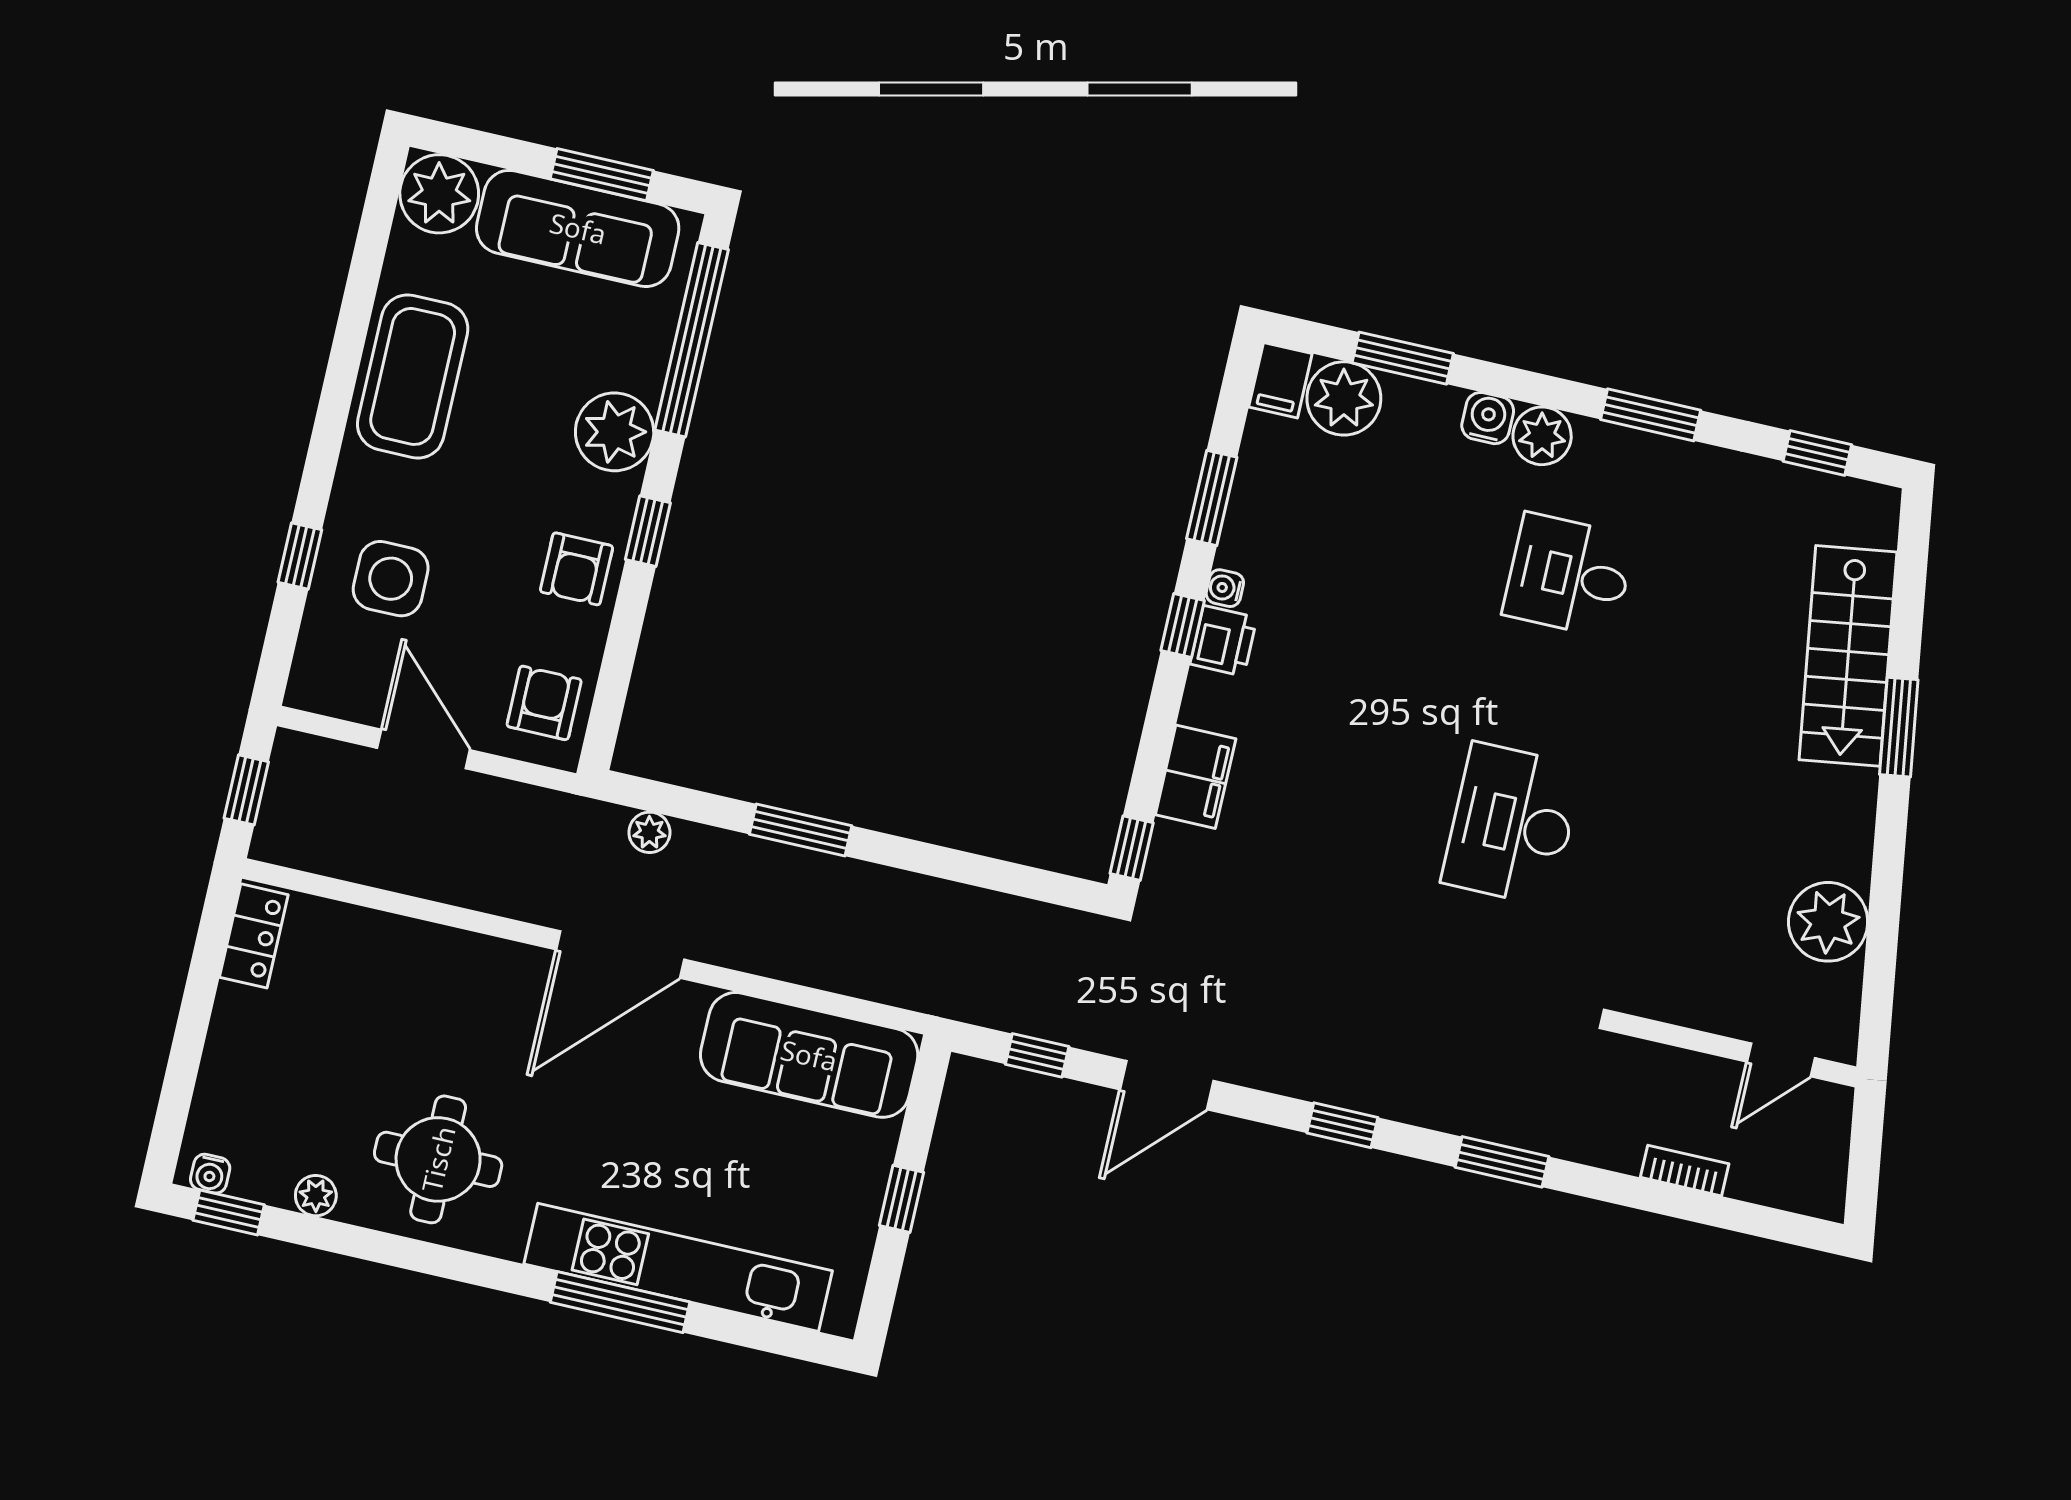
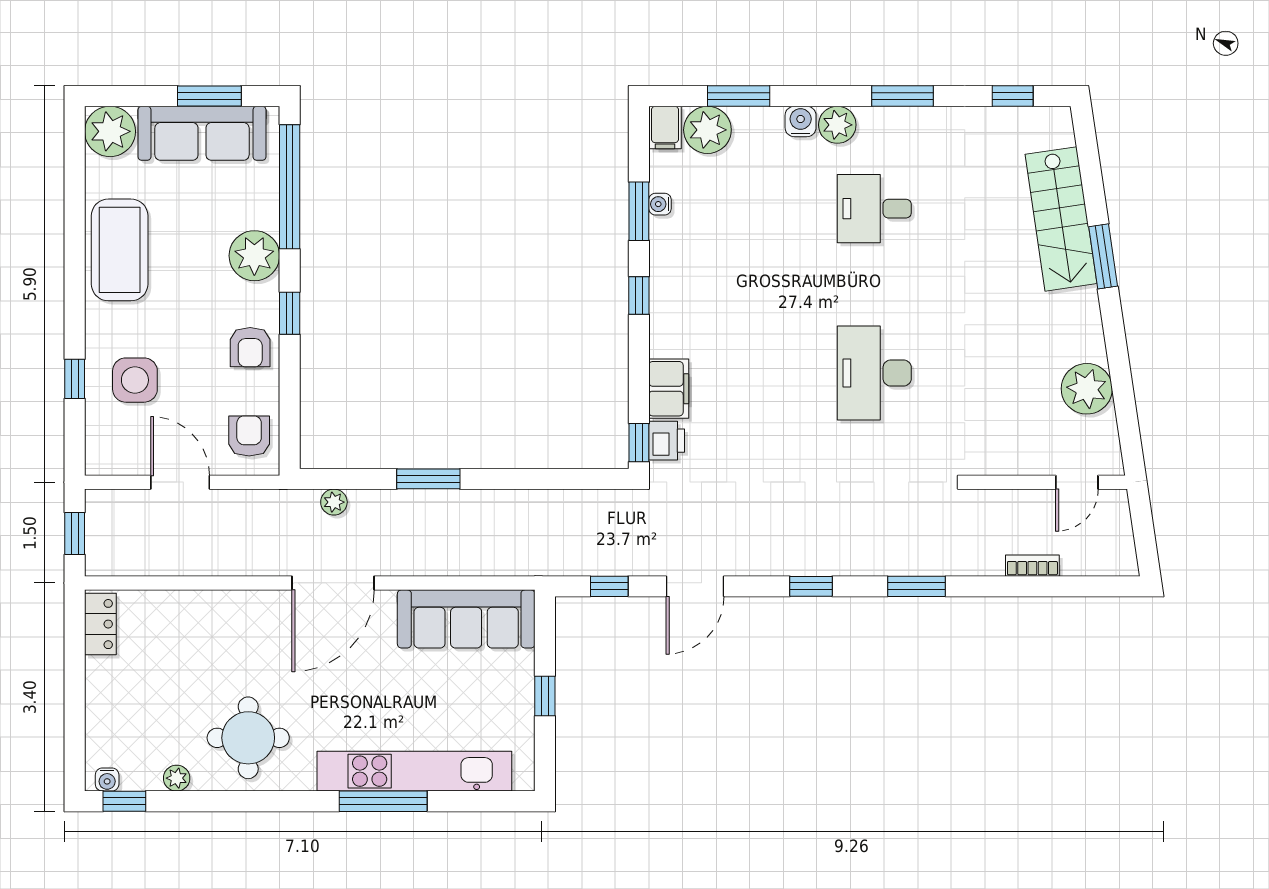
water cooler: (1225, 588) -> (660, 204), moved
printer: (1223, 641) -> (667, 441), moved

